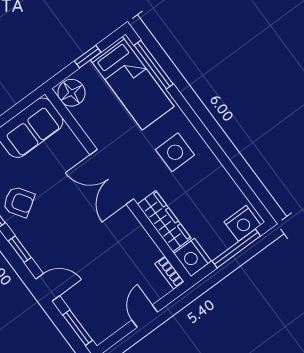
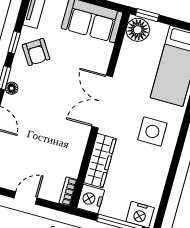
window: (88, 57) -> (147, 15), moved
floor lamp: (34, 250) -> (12, 88), added

